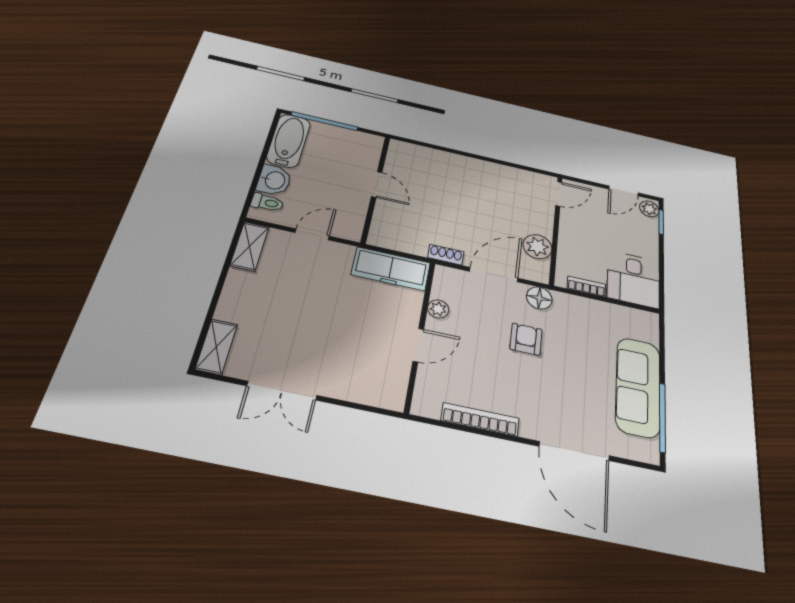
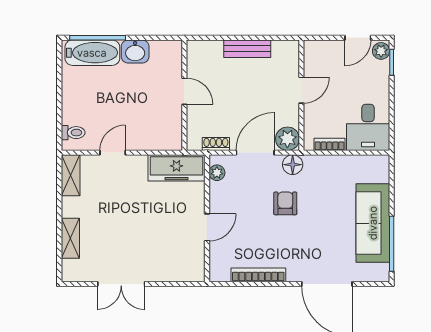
bathtub: (289, 141) -> (92, 53), moved, turned 90
bench: (497, 172) -> (247, 49), added
washbasin: (274, 180) -> (135, 51), moved, turned 90
door: (377, 184) -> (184, 91), moved
wall: (376, 188) -> (184, 95), moved
door: (559, 194) -> (301, 90), moved
plant: (537, 247) -> (287, 139), moved
plant: (438, 309) -> (217, 173), moved
shelving: (216, 347) -> (70, 238), moved

